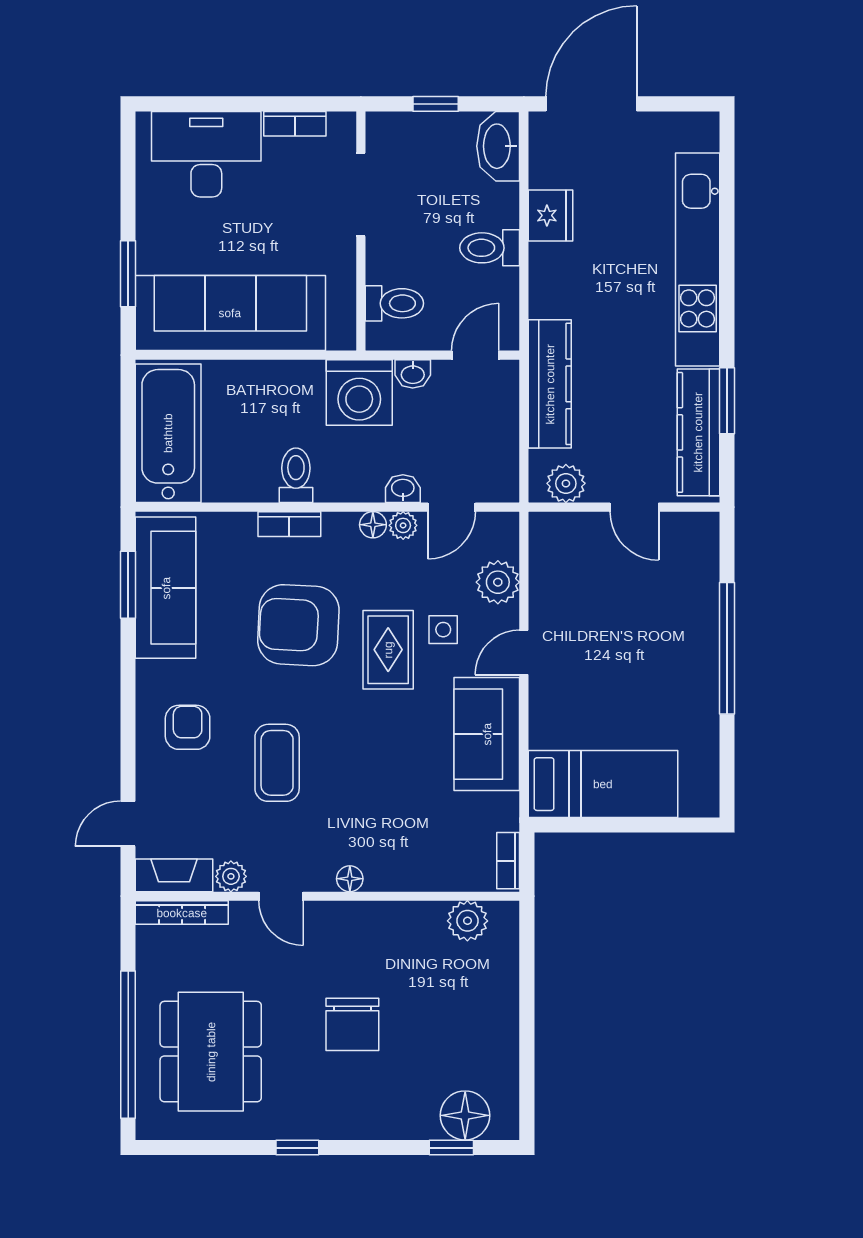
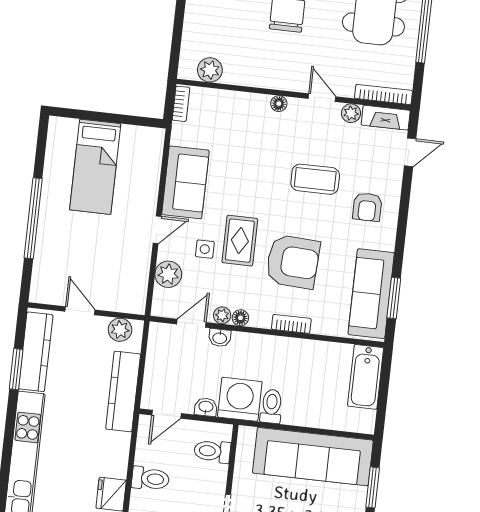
bathtub: (168, 433) -> (366, 377), width x0.73, depth x0.73
toilet: (296, 475) -> (271, 406), moved, turned 180
coffee table: (277, 763) -> (315, 179), turned 90
bed: (603, 784) -> (95, 167), moved, turned -90

